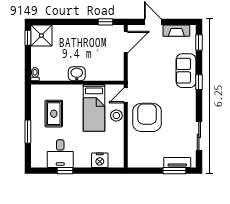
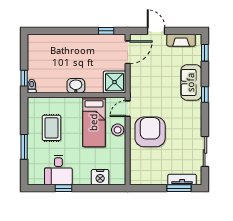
shower: (41, 35) -> (115, 82), moved
window: (28, 38) -> (24, 78), moved

